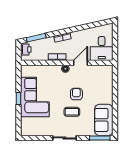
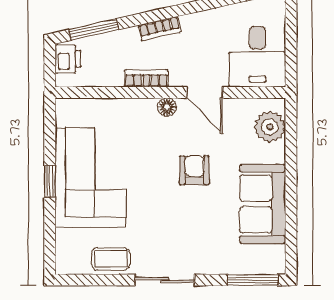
door: (81, 63) -> (205, 92), swing flipped
plant: (107, 77) -> (270, 127), added
coffee table: (72, 112) -> (111, 259), moved
sofa: (104, 120) -> (263, 204), moved

